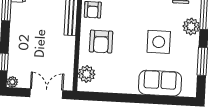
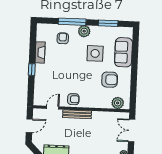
armchair: (101, 42) -> (110, 80), moved

